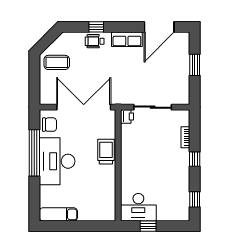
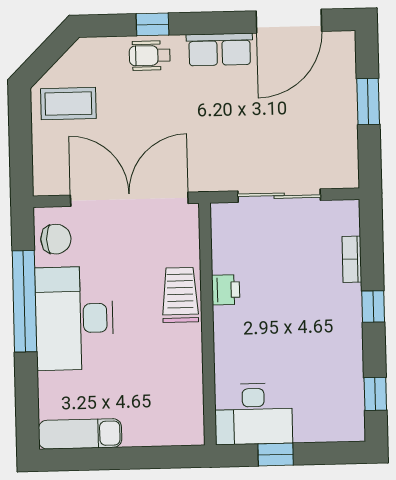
printer: (127, 117) -> (226, 290), moved

